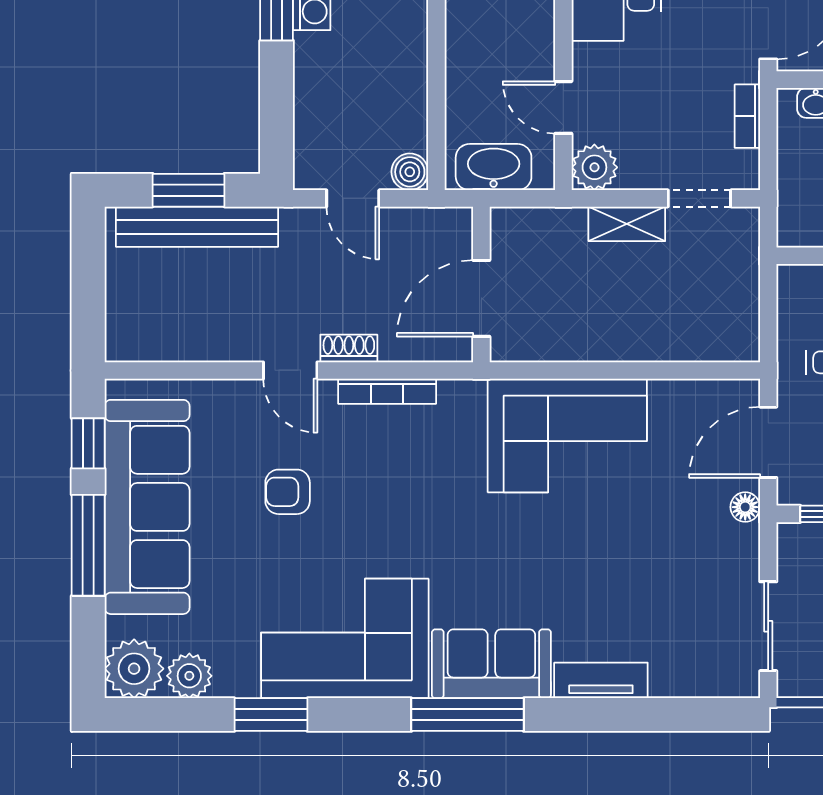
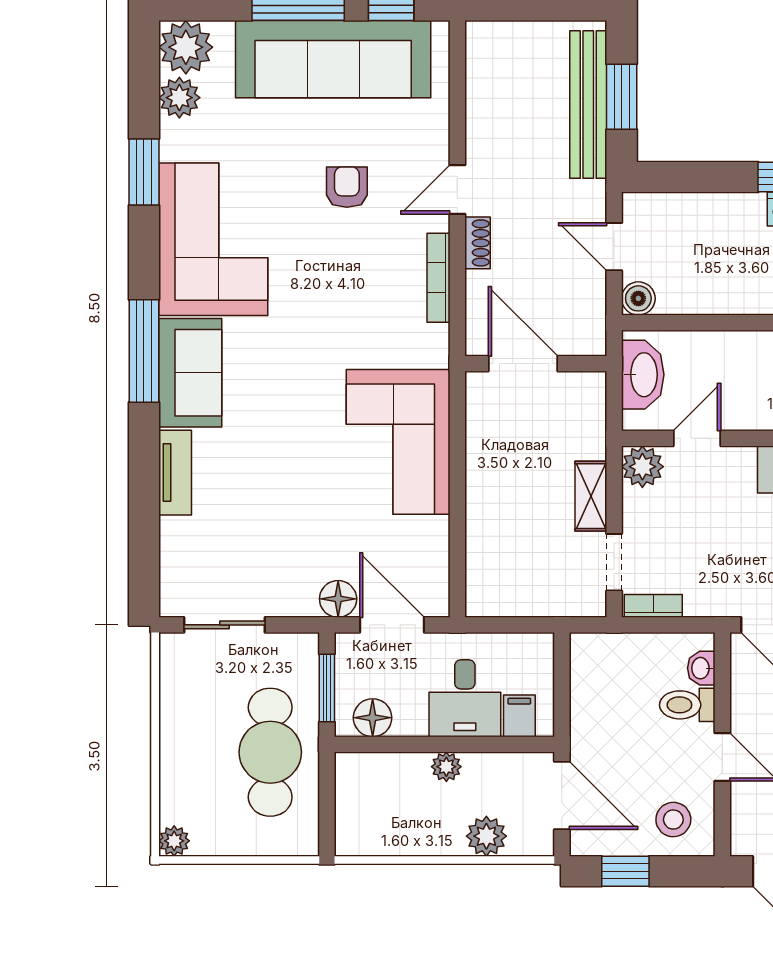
bookcase: (747, 116) -> (653, 606), moved
door: (353, 198) -> (614, 247), hinge flipped
floor lamp: (745, 507) -> (338, 599), width x1.37, depth x1.37

